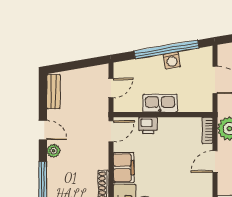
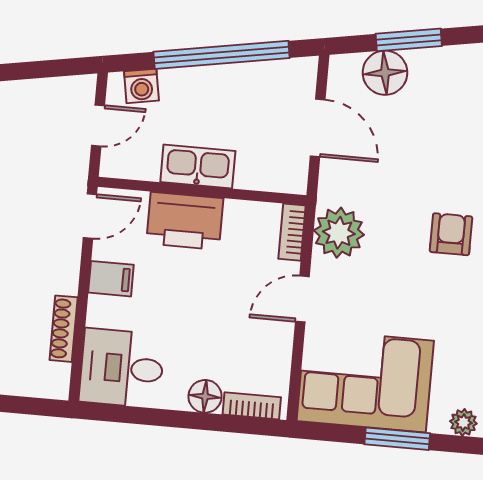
washing machine: (172, 60) -> (141, 86), moved
printer: (148, 125) -> (185, 221), width x1.87, depth x1.48
filing cabinet: (124, 168) -> (111, 279), width x0.50

